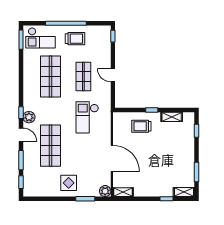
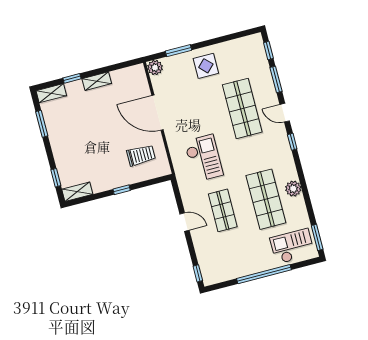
trolley: (75, 39) -> (247, 257), removed
plant: (29, 117) -> (293, 189), moved
shelving: (172, 117) -> (77, 192), moved
trolley: (141, 126) -> (141, 155), moved
shelving: (123, 192) -> (97, 81), moved

